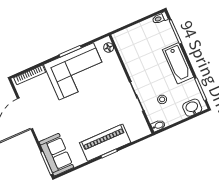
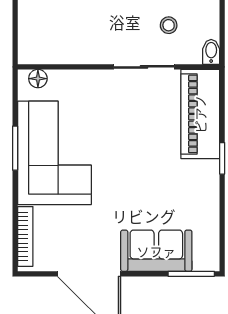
piano: (105, 143) -> (200, 114), moved
sofa: (56, 155) -> (156, 251), moved

